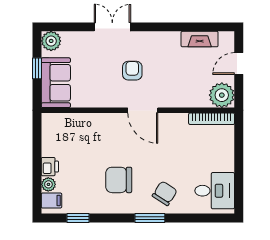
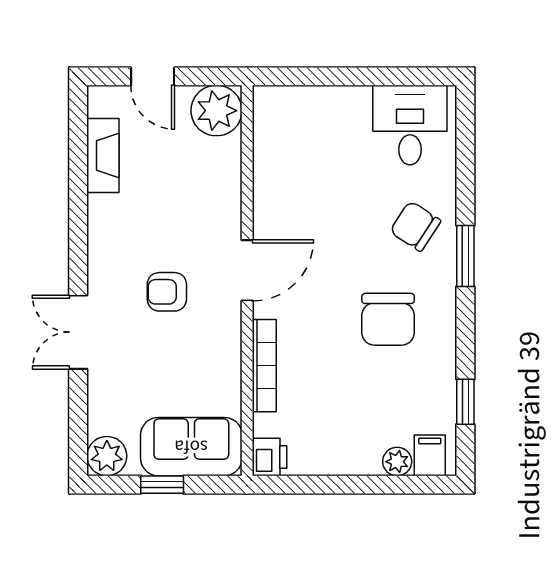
bookcase: (212, 119) -> (264, 366), moved
printer: (50, 167) -> (270, 457), moved, turned 90

